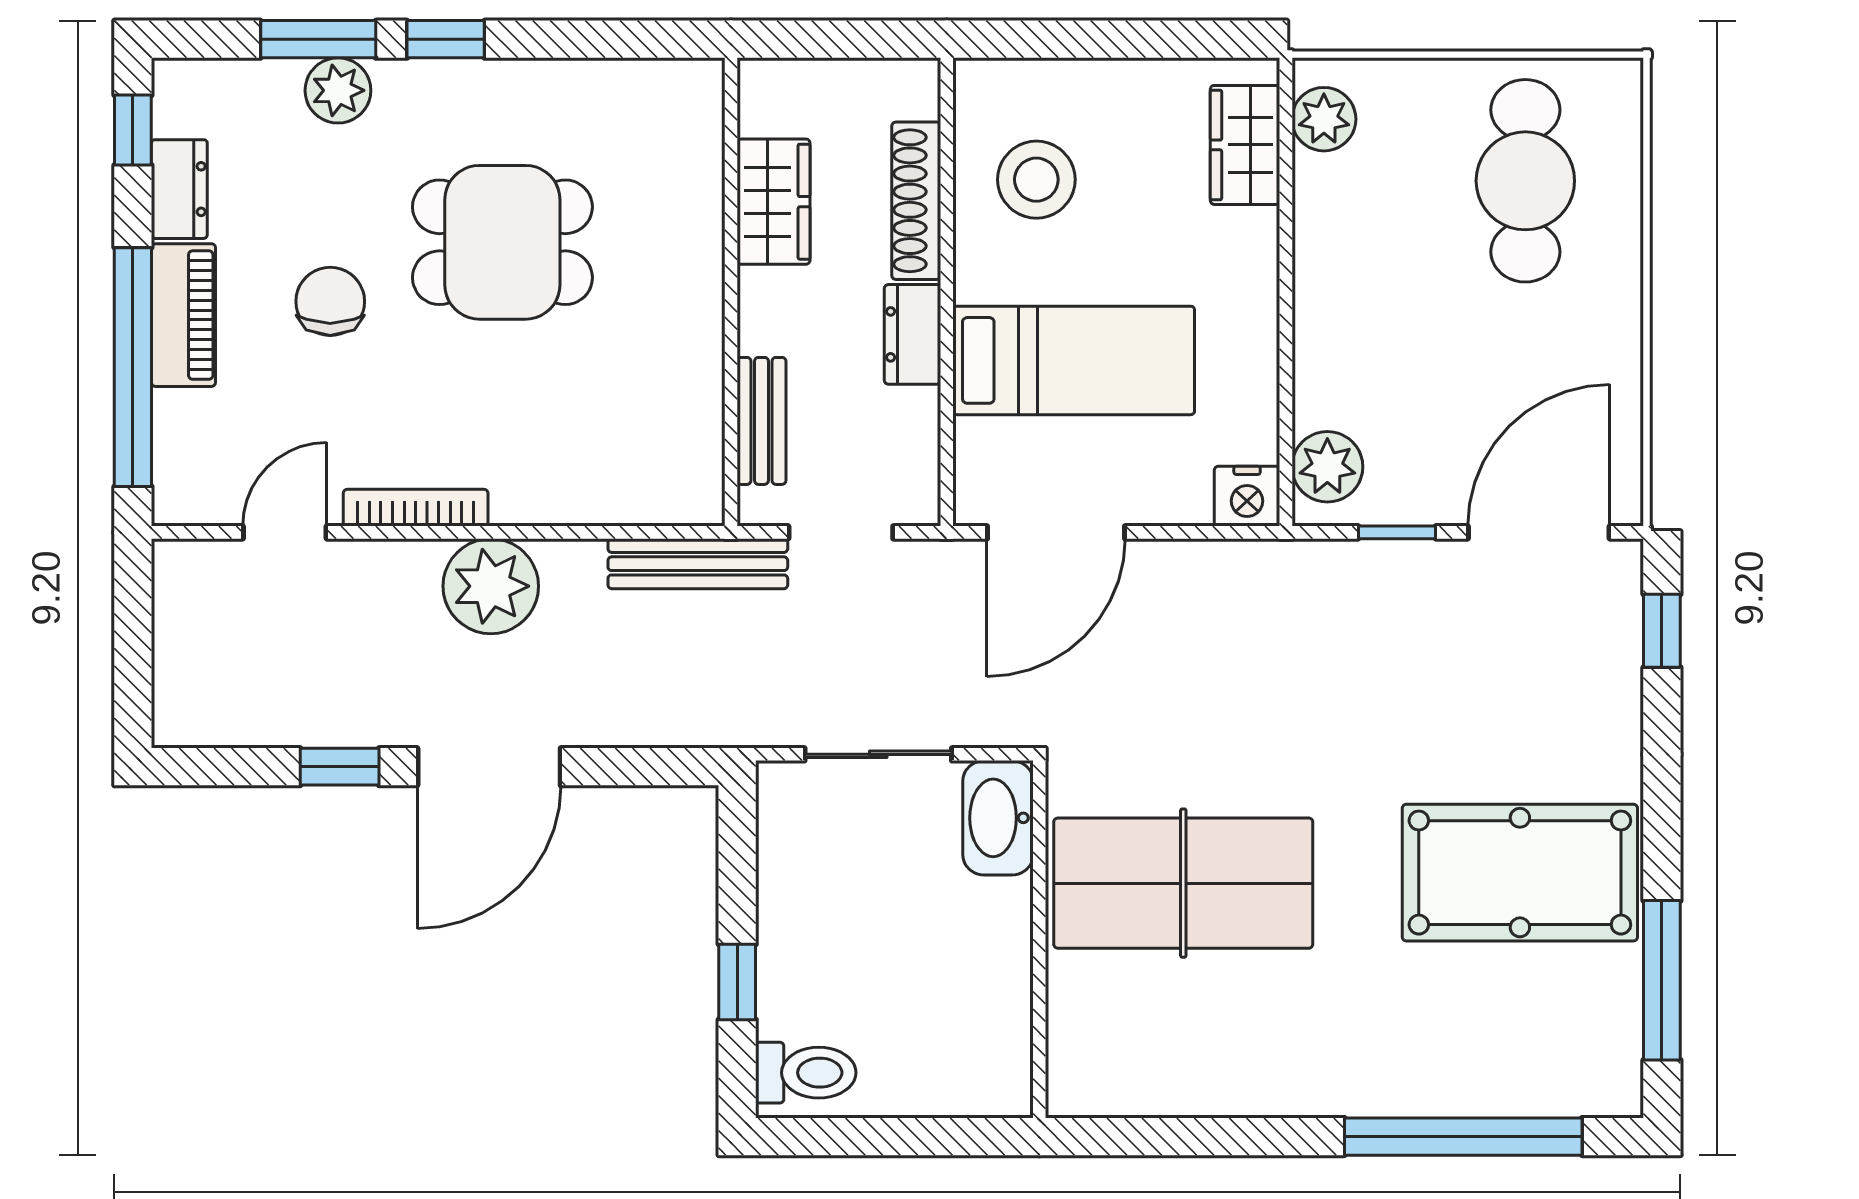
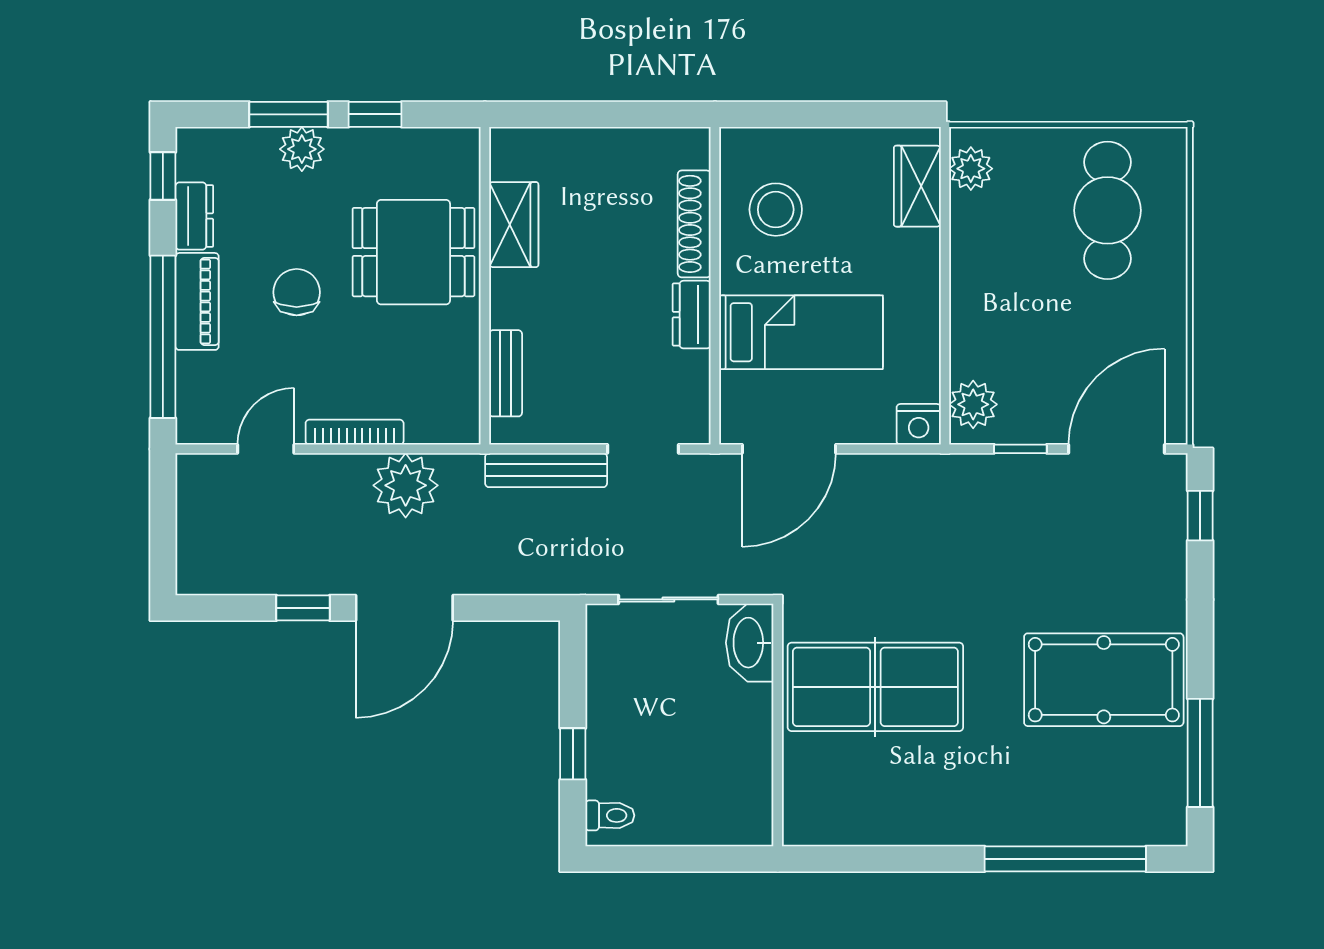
wardrobe: (774, 202) -> (514, 225), moved
wall: (731, 292) -> (485, 286), moved
bench: (761, 421) -> (506, 373), moved
toilet: (806, 1073) -> (610, 815), width x0.73, depth x0.72

